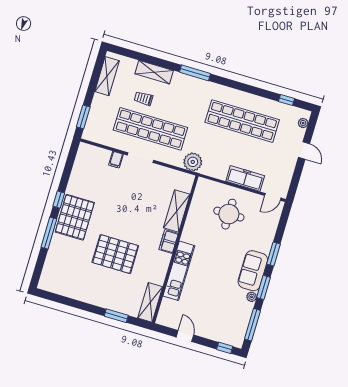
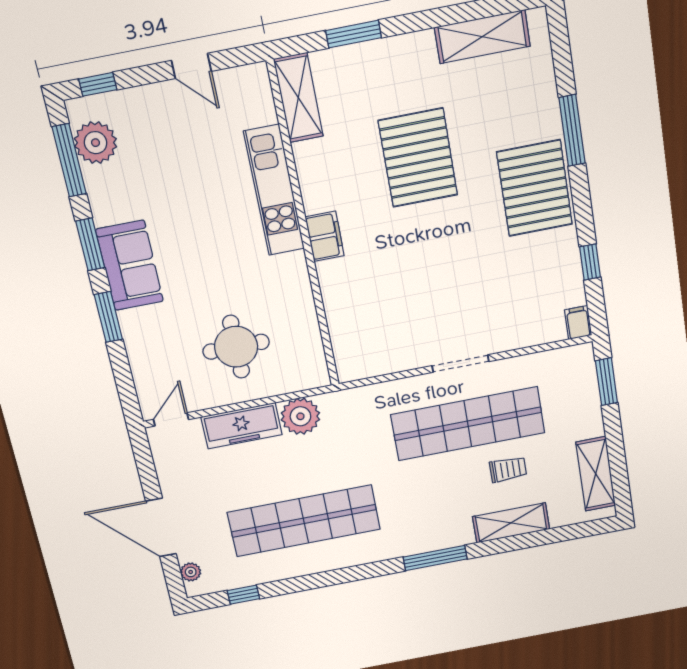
door: (304, 151) -> (161, 527), width x1.88
filing cabinet: (116, 160) -> (578, 323), moved
plant: (193, 162) -> (300, 416), moved
window: (59, 200) -> (590, 262), moved
shelving: (177, 211) -> (482, 37), moved, turned 90
pallet: (115, 254) -> (418, 158), turned 90
plant: (252, 297) -> (96, 143), moved, width x1.88, depth x1.88

